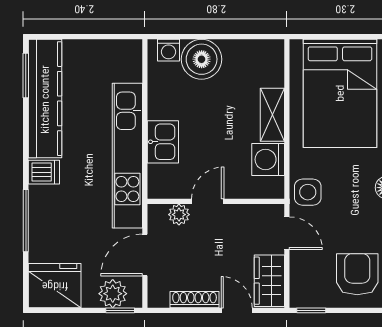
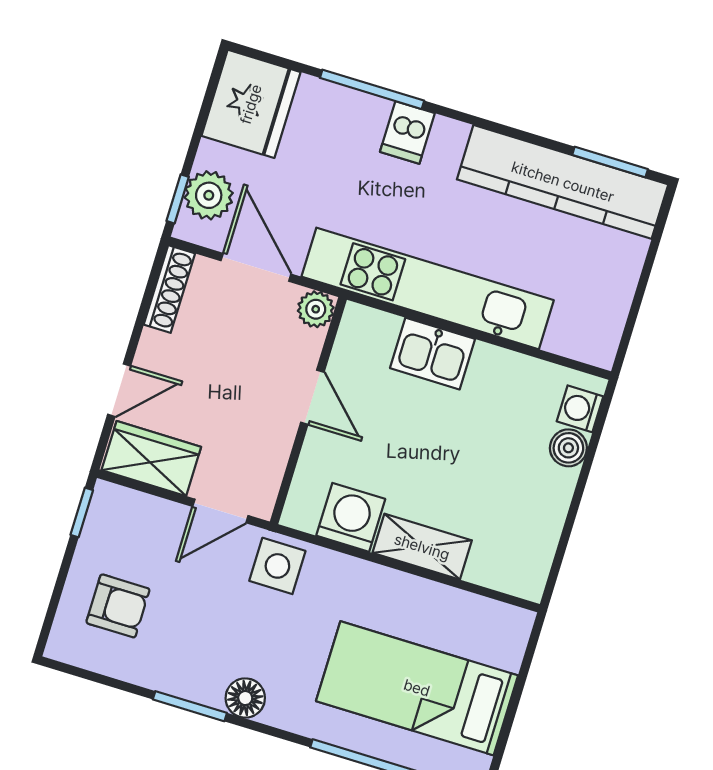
boiler: (202, 59) -> (568, 448), width x0.54, depth x0.54
bed: (340, 93) -> (417, 688), width x0.67
dishwasher: (44, 172) -> (407, 132), moved
plant: (179, 215) -> (316, 309), moved
armchair: (357, 274) -> (118, 606), width x0.72, depth x0.72
shoe rack: (195, 300) -> (169, 289), moved

